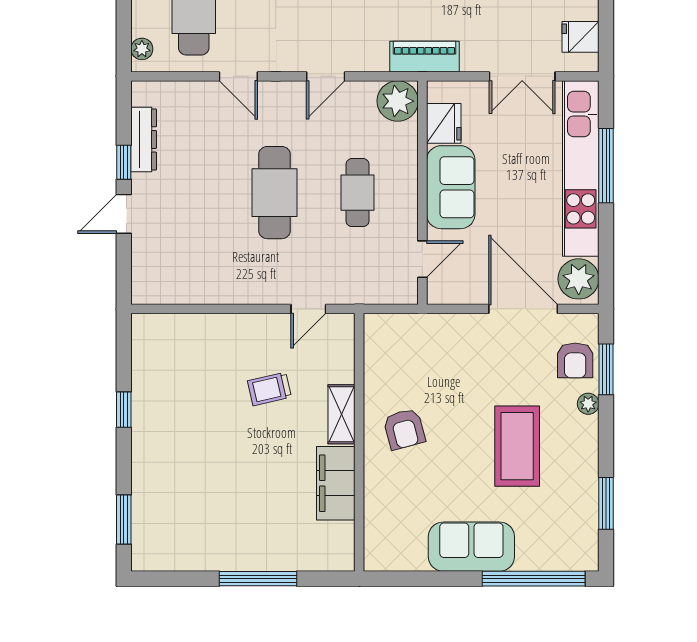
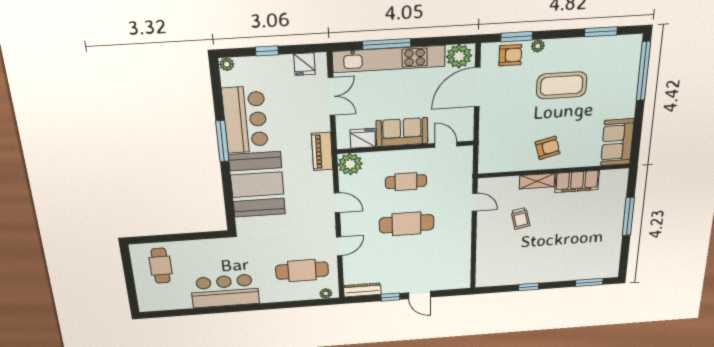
dresser: (144, 139) -> (362, 290), moved
sofa: (471, 547) -> (617, 142), moved

